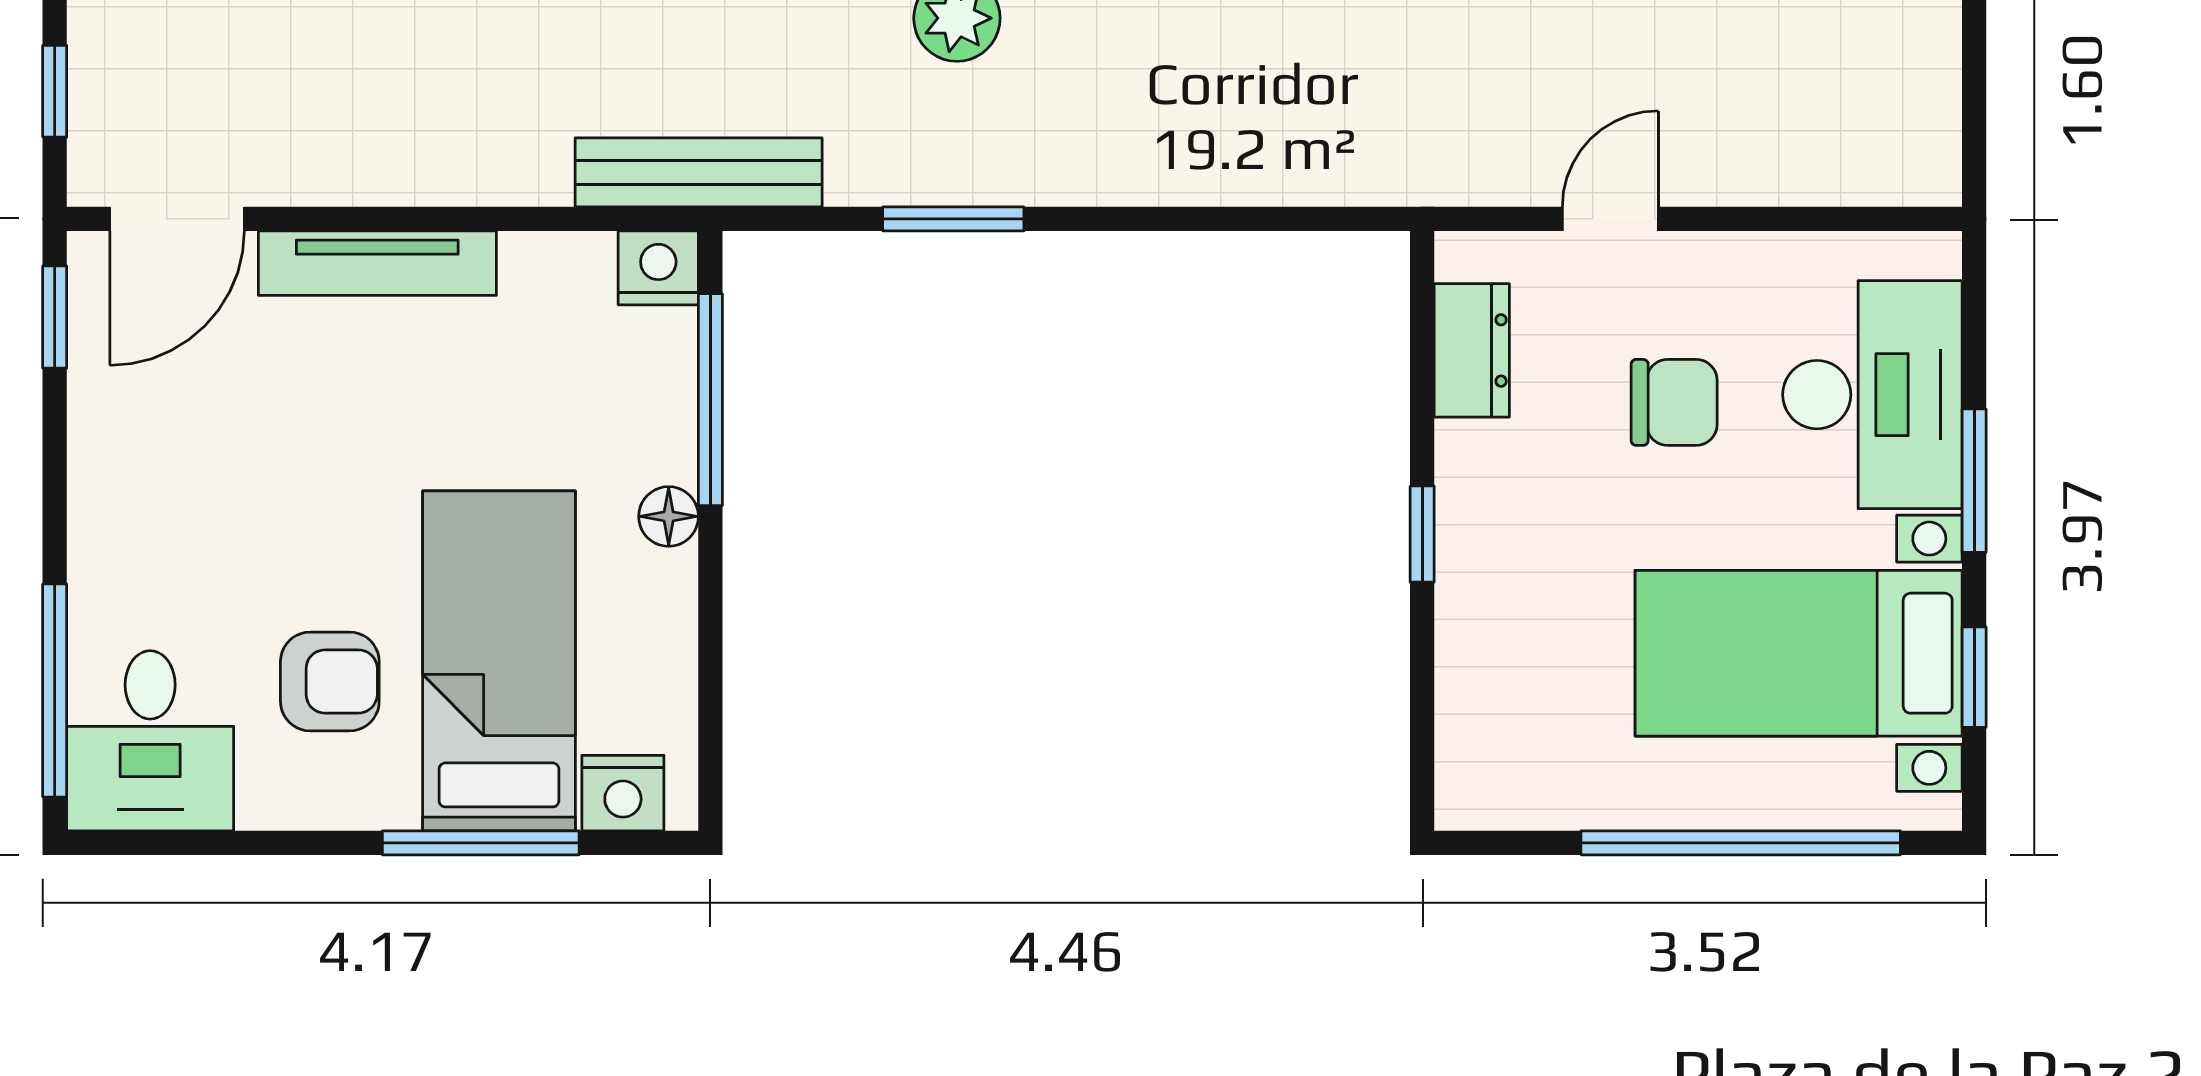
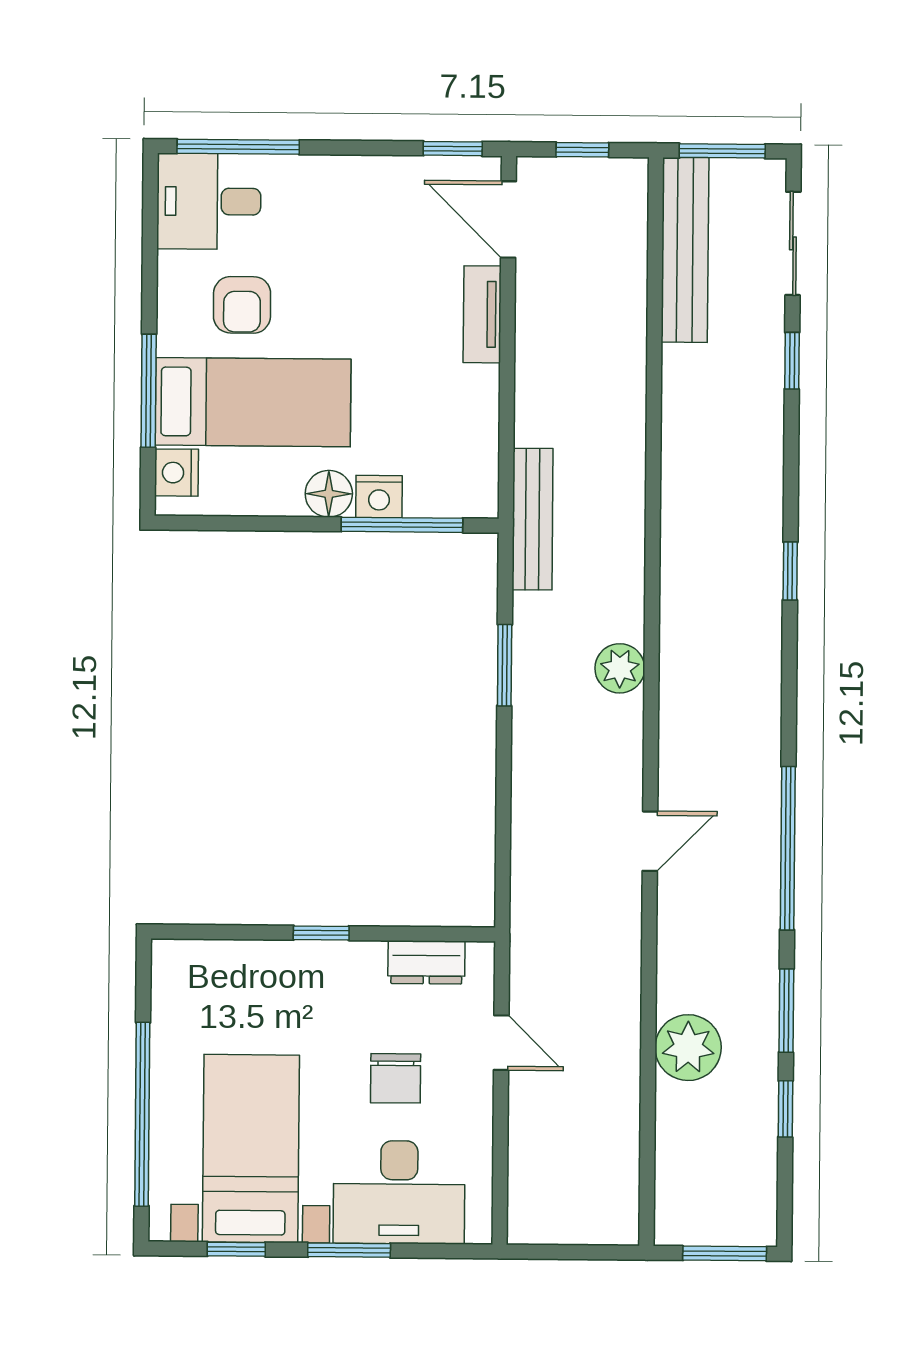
tv unit: (377, 263) -> (482, 314), width x0.71
nightstand: (658, 268) -> (379, 497), moved, turned 90
floor lamp: (669, 516) -> (329, 494), width x1.37, depth x1.37

